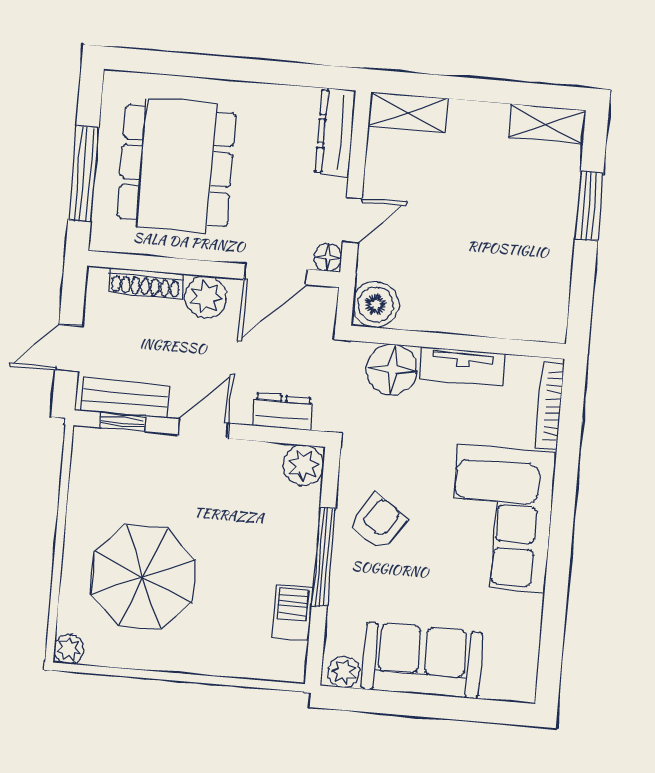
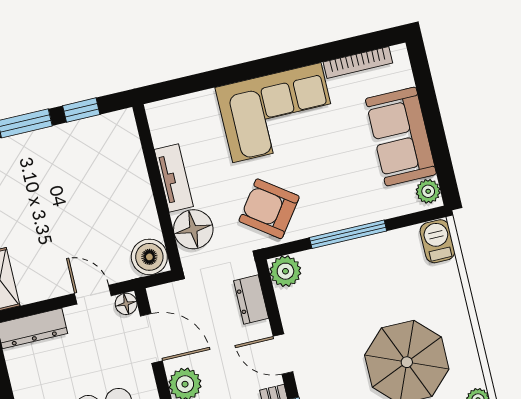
window: (583, 280) -> (81, 110), added
bookcase: (550, 406) -> (358, 62), moved
armchair: (377, 522) -> (269, 209), moved, width x1.38, depth x1.38
barbecue: (292, 613) -> (437, 241), moved, turned 90

